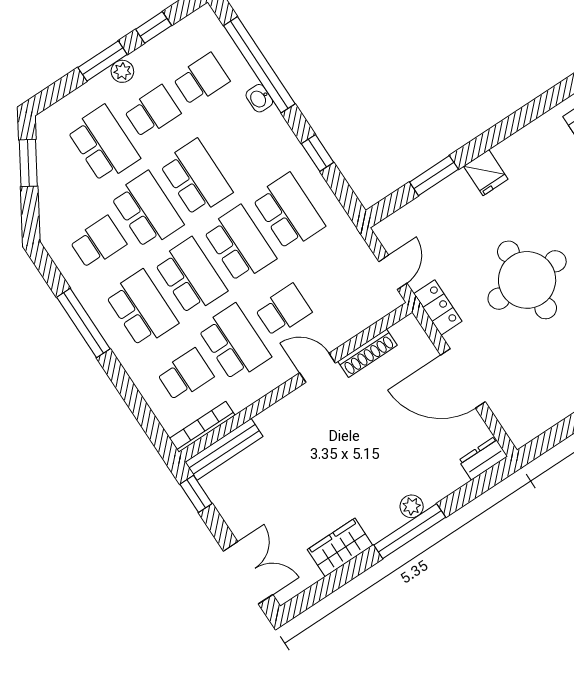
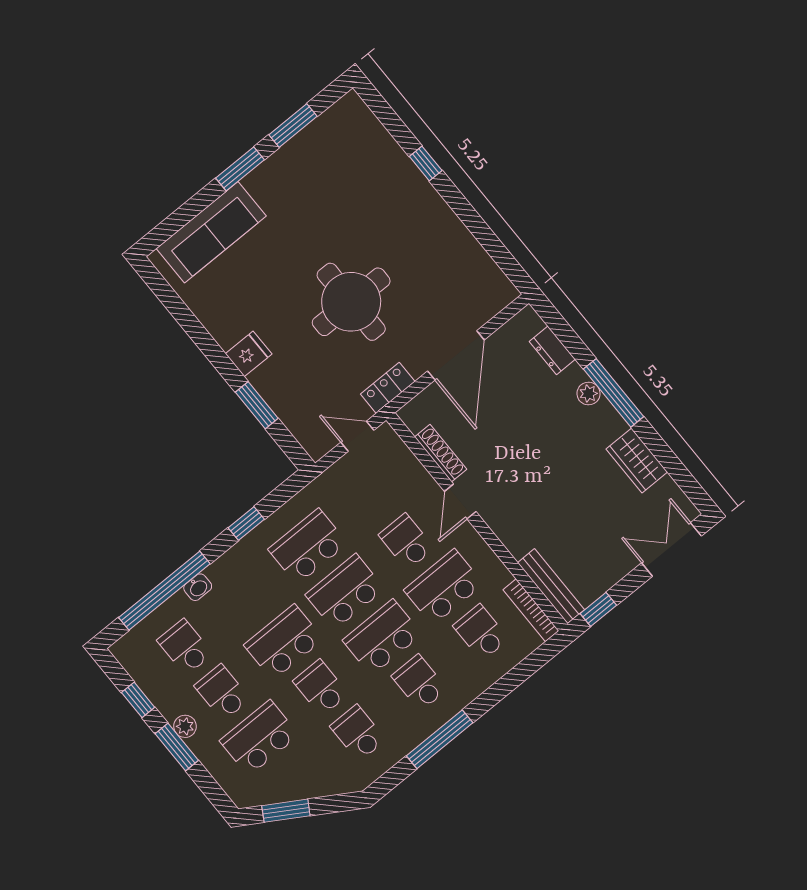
school desk: (147, 210) -> (321, 688), width x0.54
school desk: (142, 309) -> (419, 683), width x0.54
dresser: (483, 458) -> (552, 350), moved

